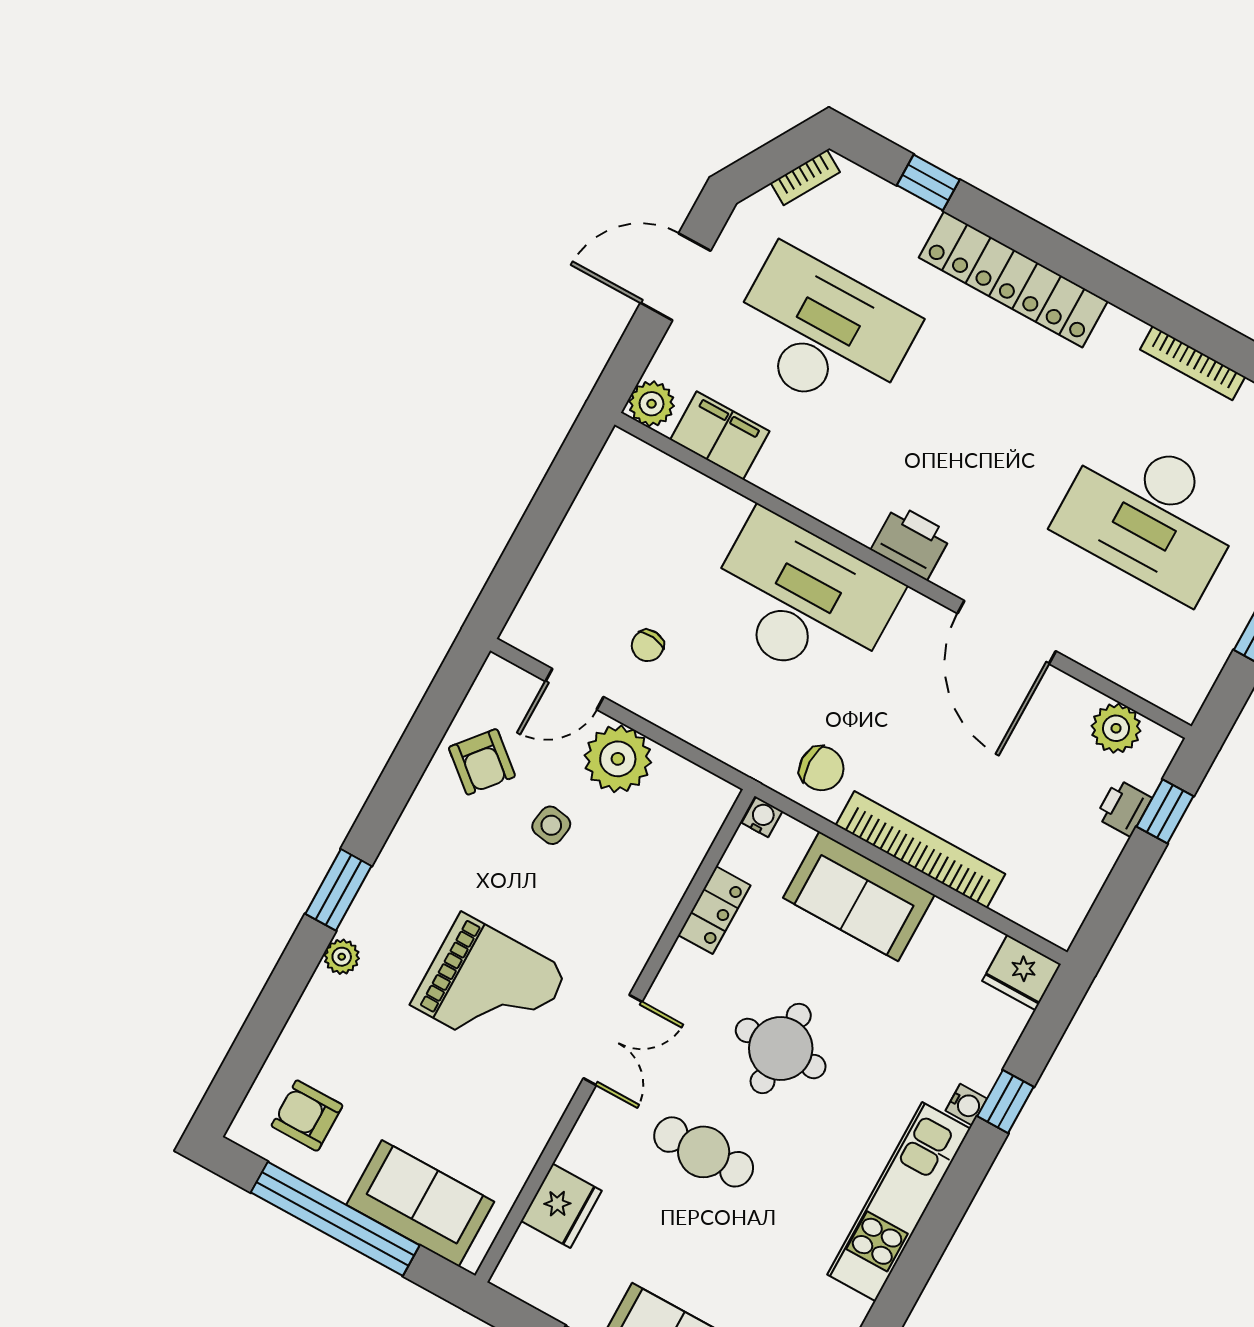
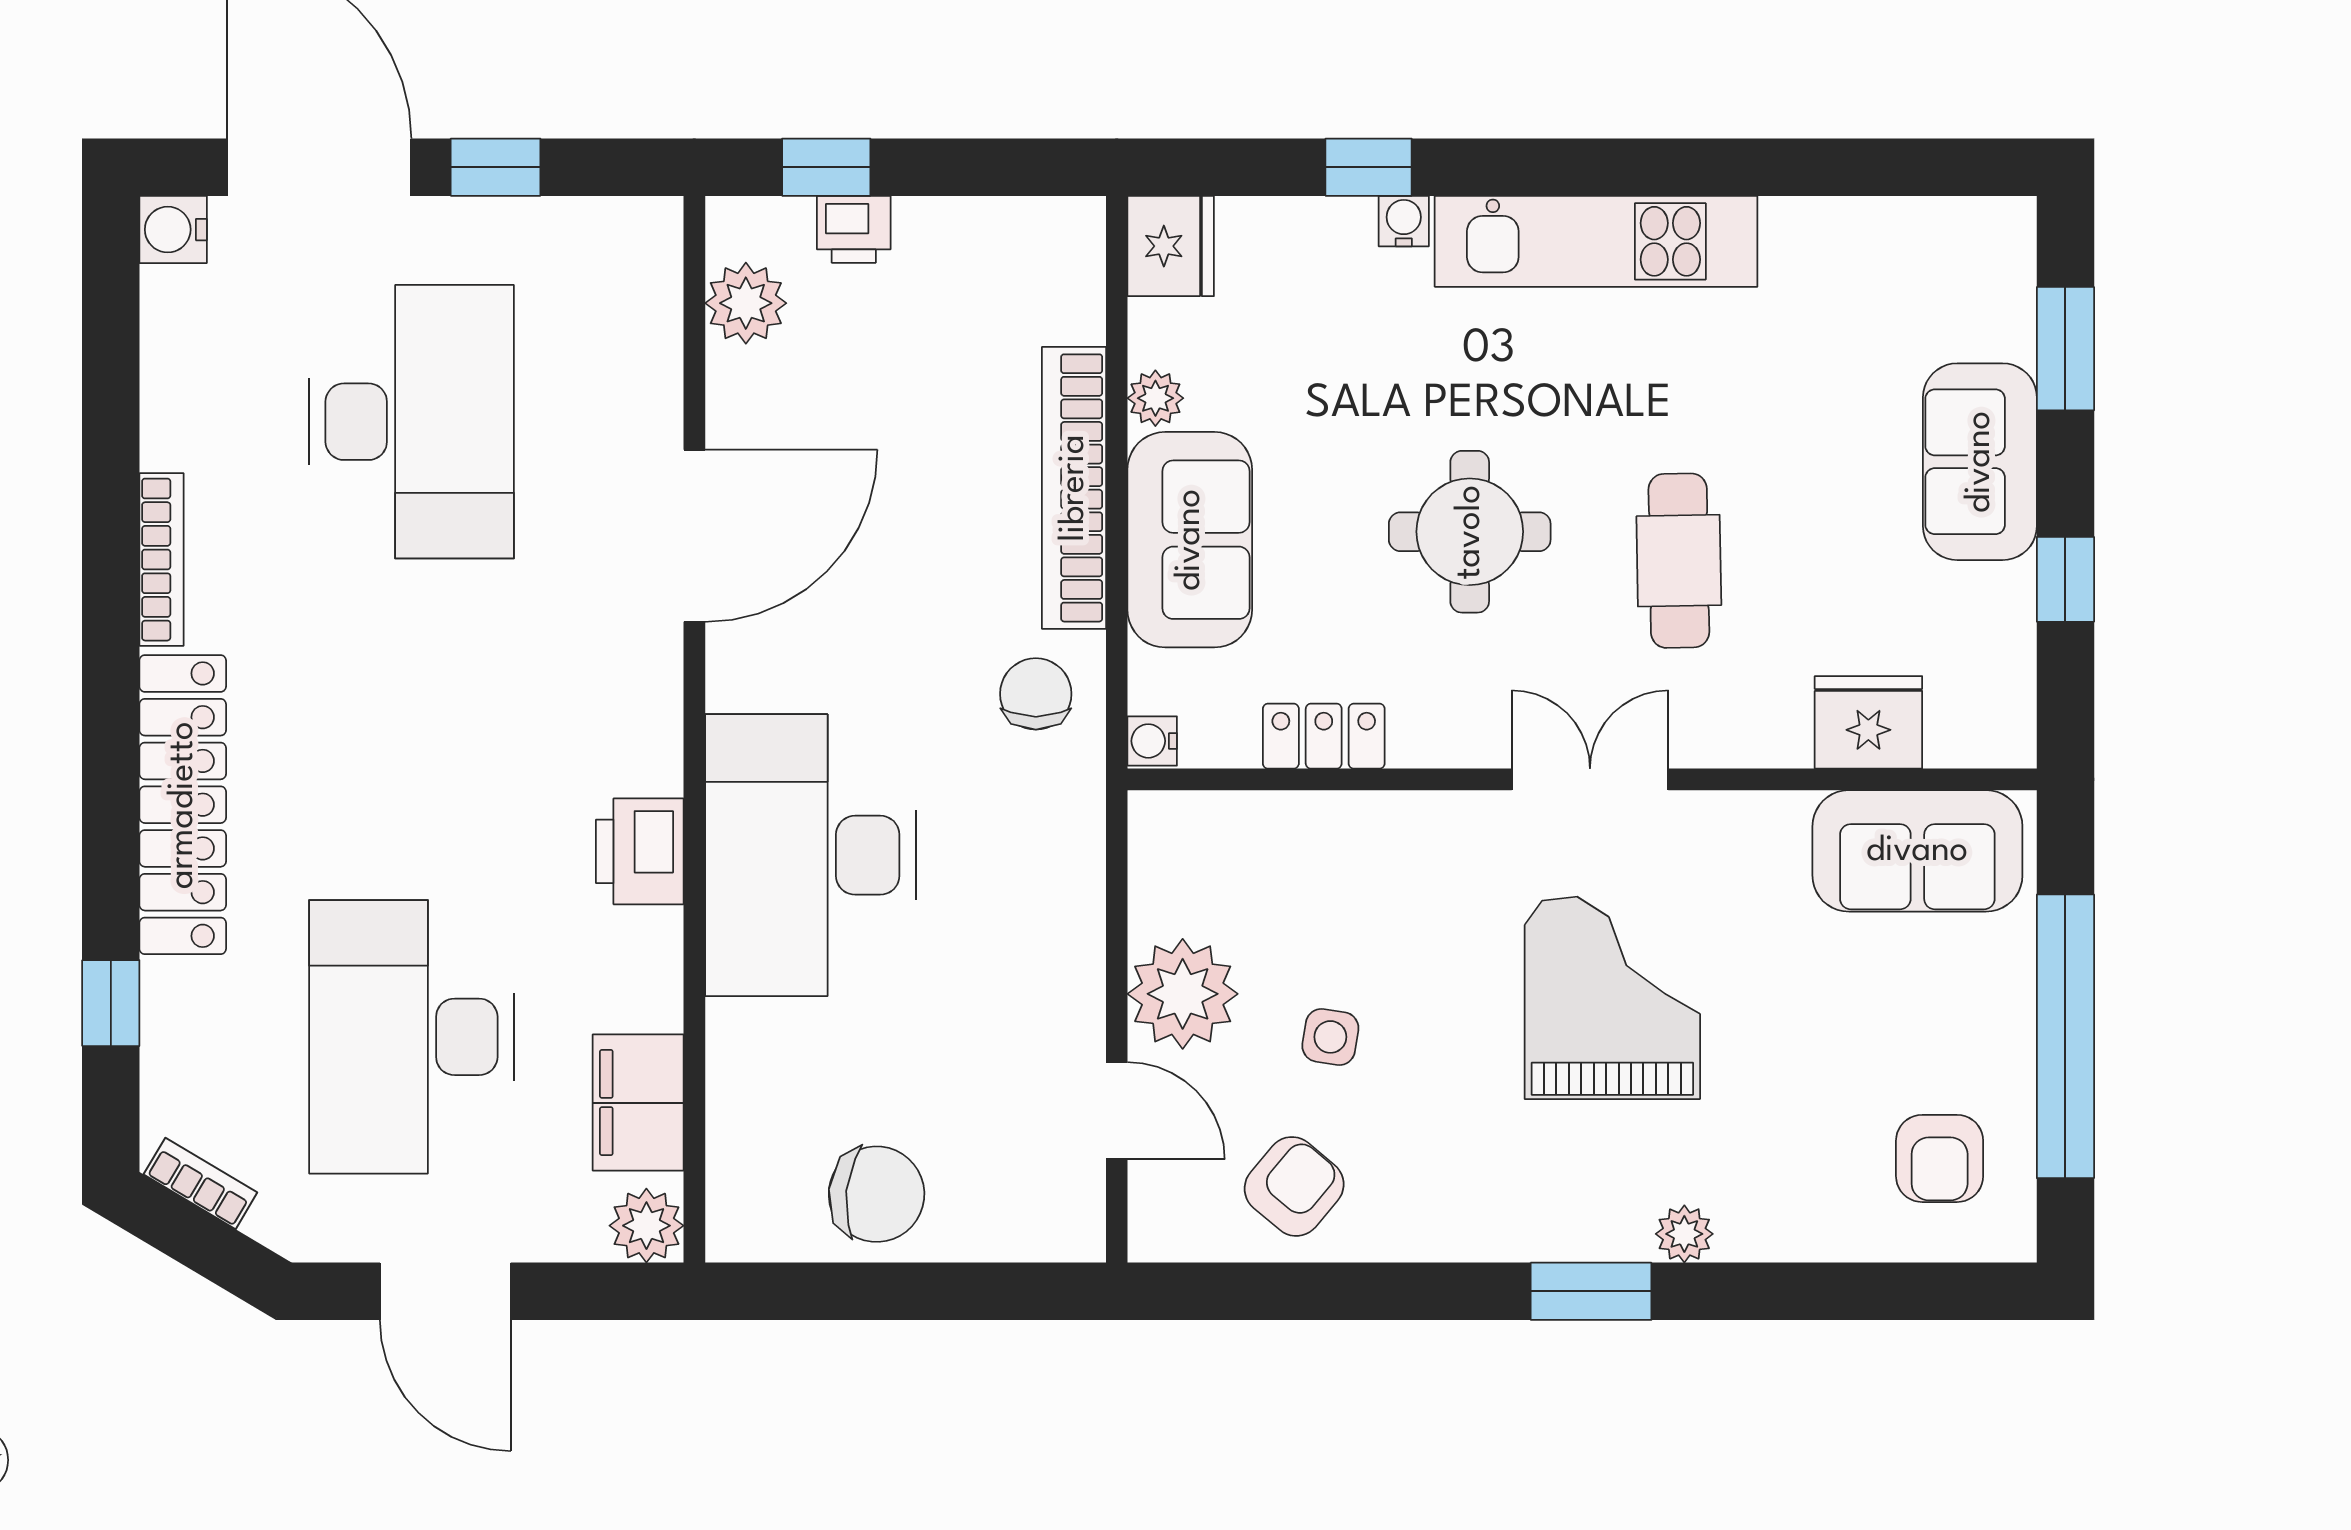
bookcase: (1193, 363) -> (162, 560), moved
printer: (911, 542) -> (640, 851), moved
chair: (648, 646) -> (877, 1194), moved, width x1.87, depth x1.87
plant: (945, 920) -> (1155, 398), added
sofa: (420, 1203) -> (1917, 851), moved, turned -90

